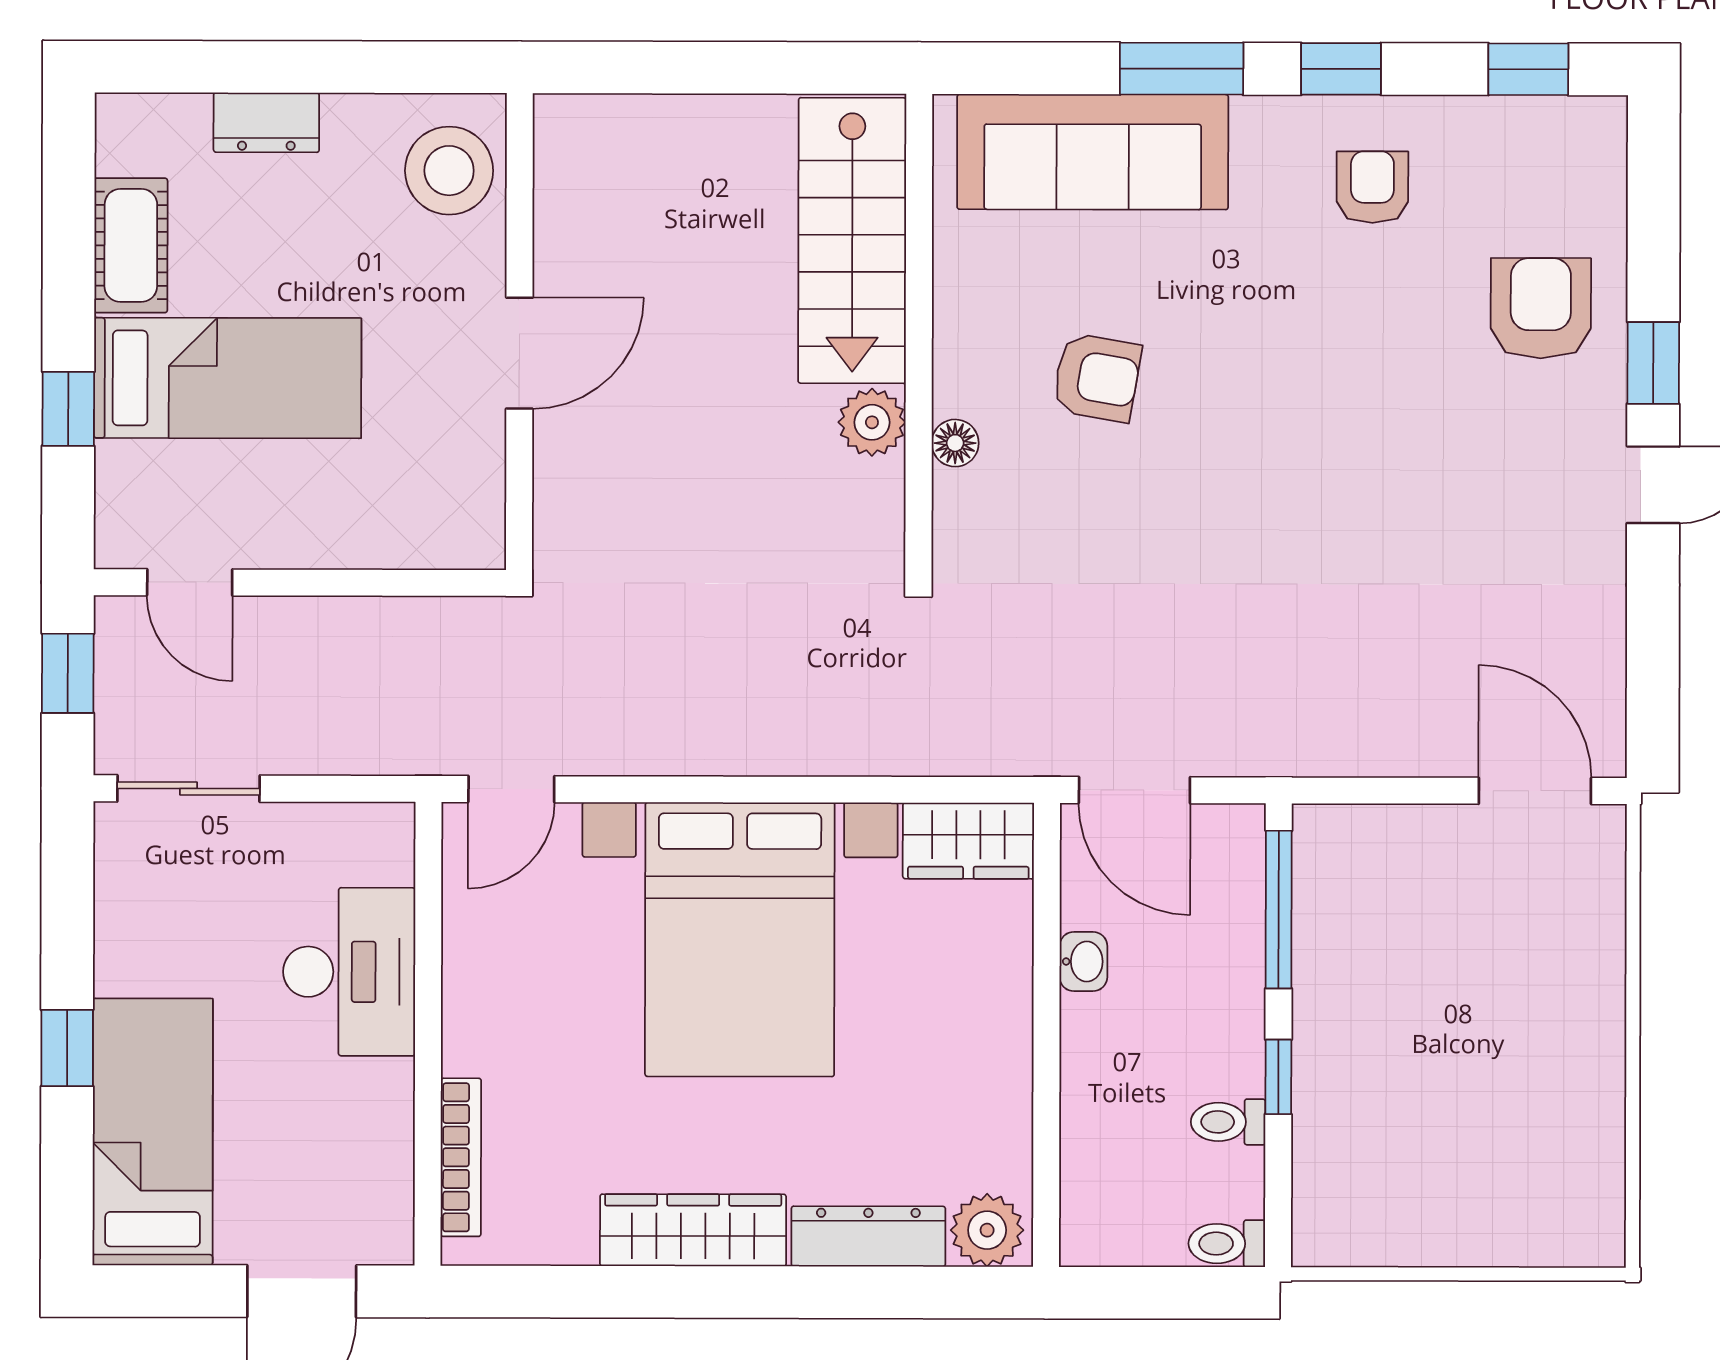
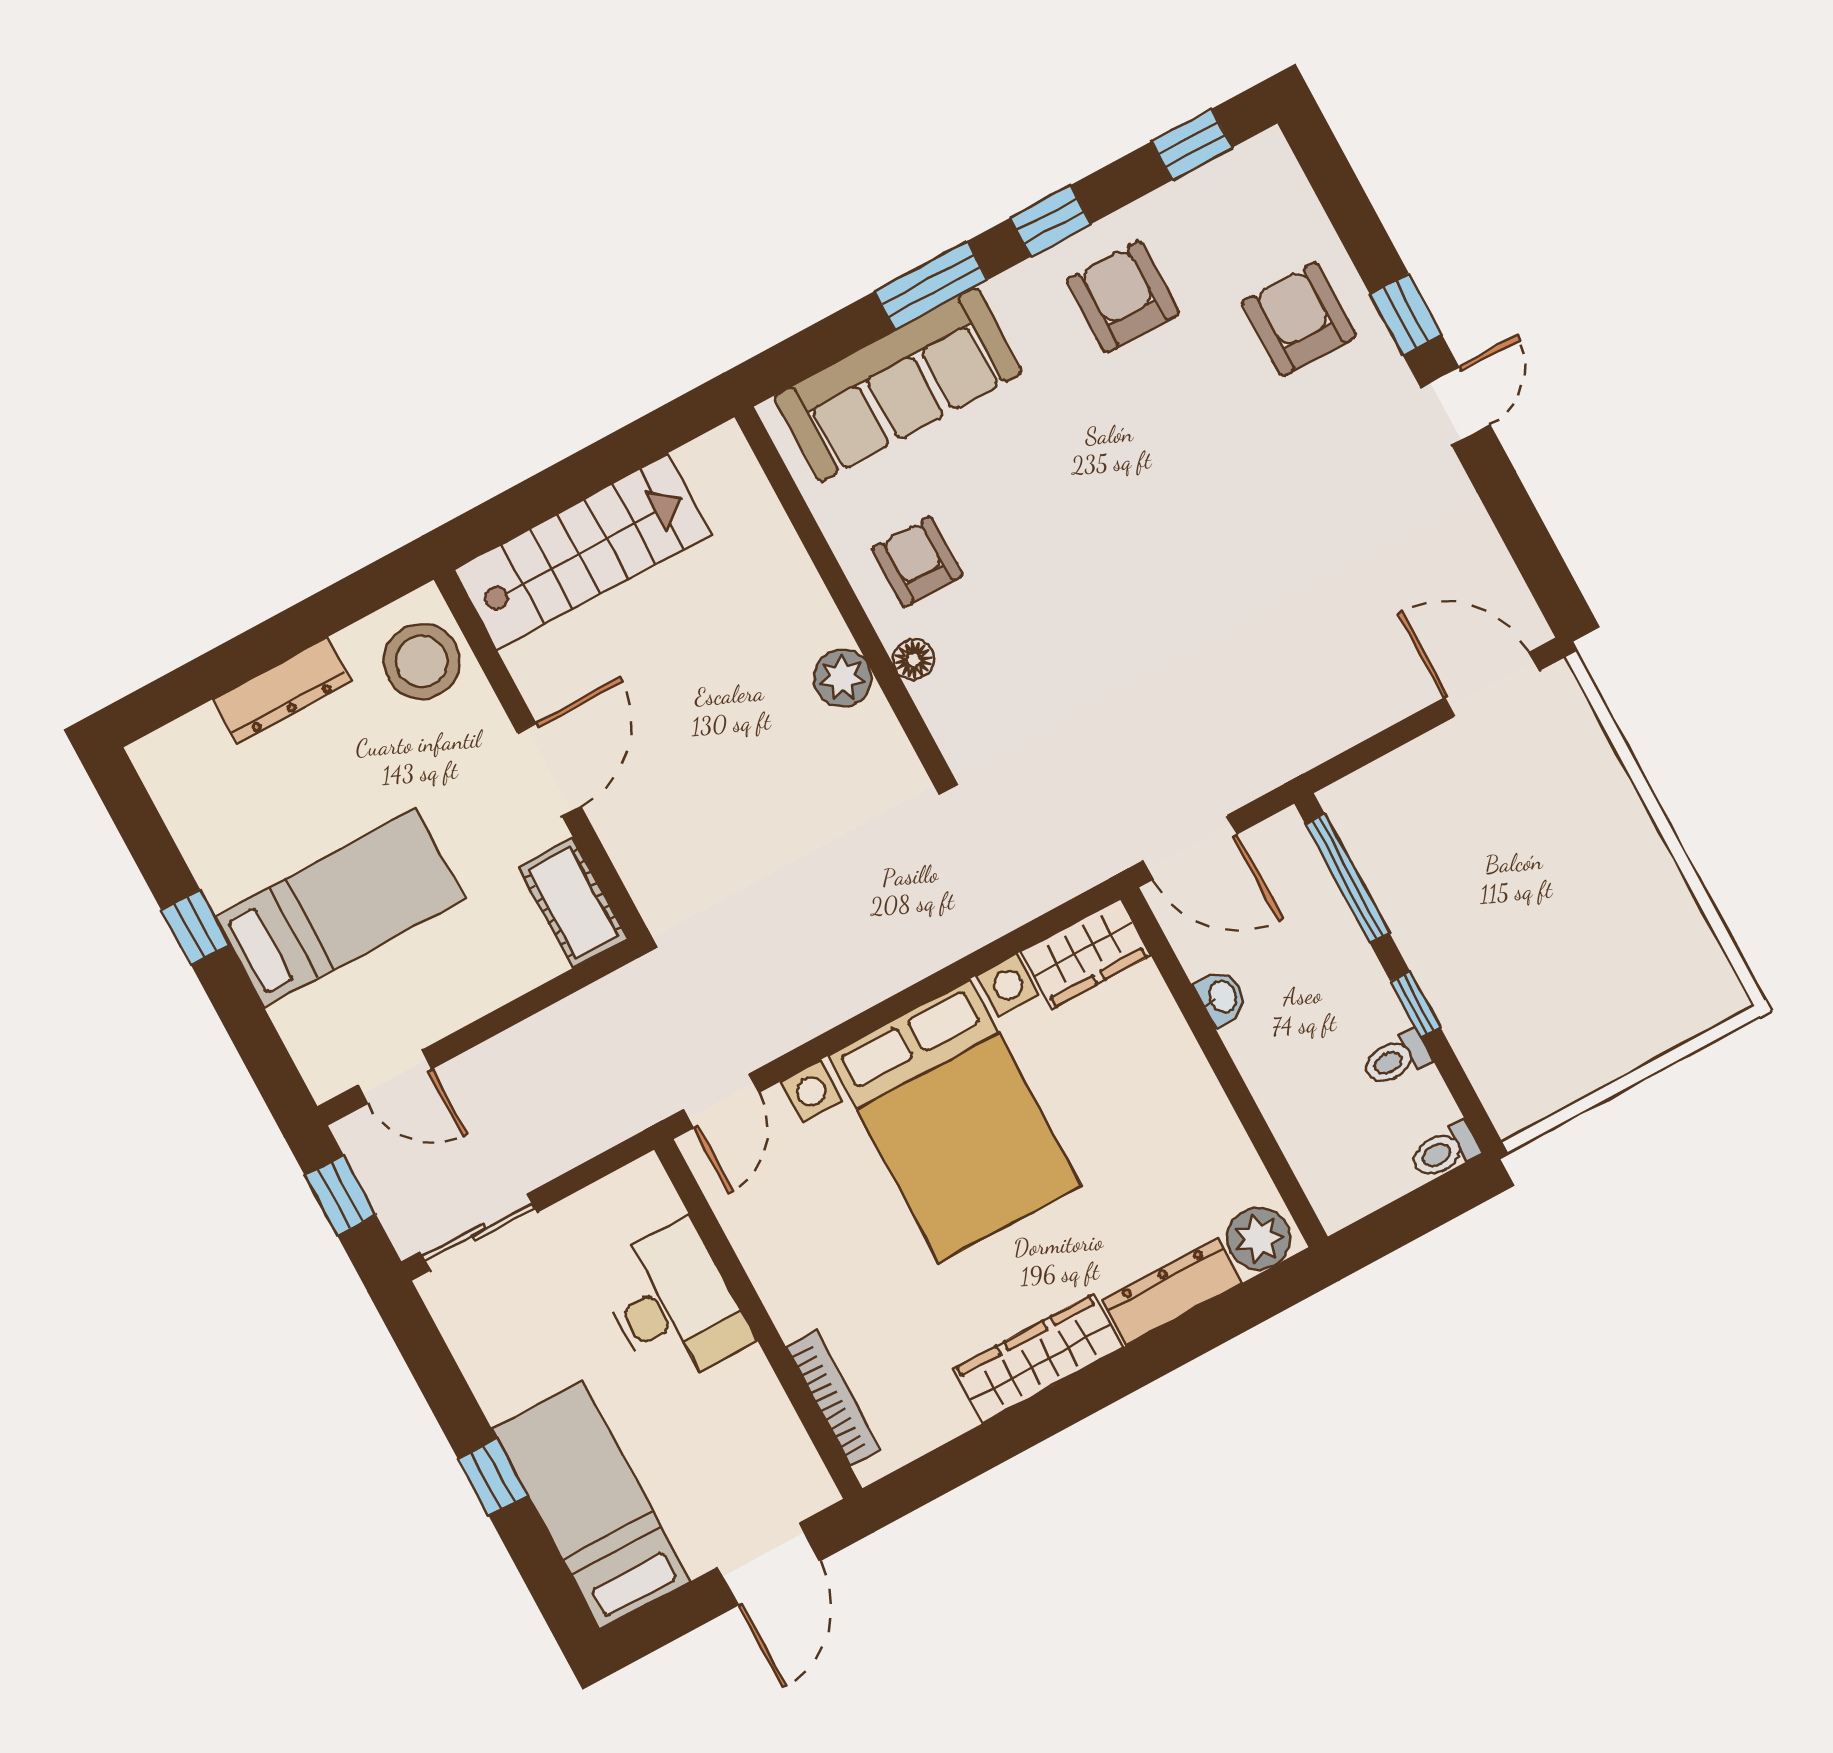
dresser: (266, 123) -> (282, 690), width x1.44
armchair: (1372, 187) -> (1123, 297), width x1.38, depth x1.38
stairs: (852, 240) -> (583, 552), moved, turned -90
cot: (131, 245) -> (573, 903), moved
armchair: (1097, 378) -> (917, 562), moved, turned -100
window: (68, 409) -> (196, 927), moved

